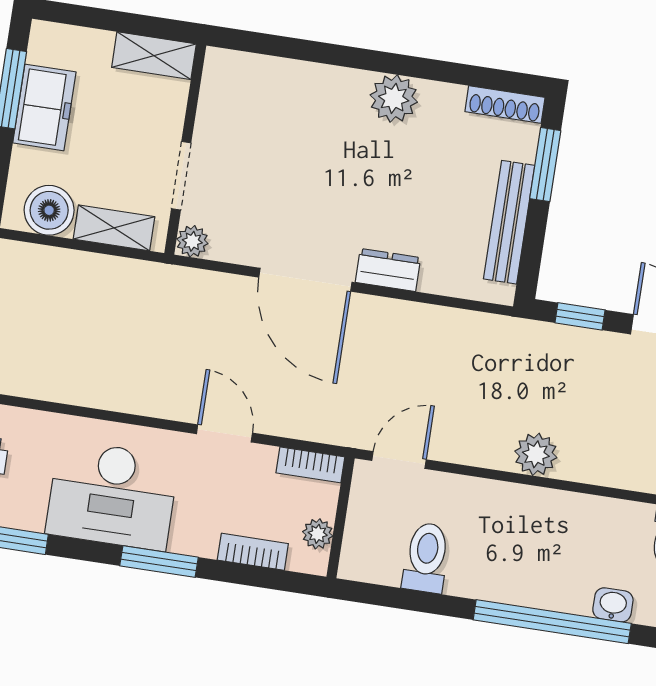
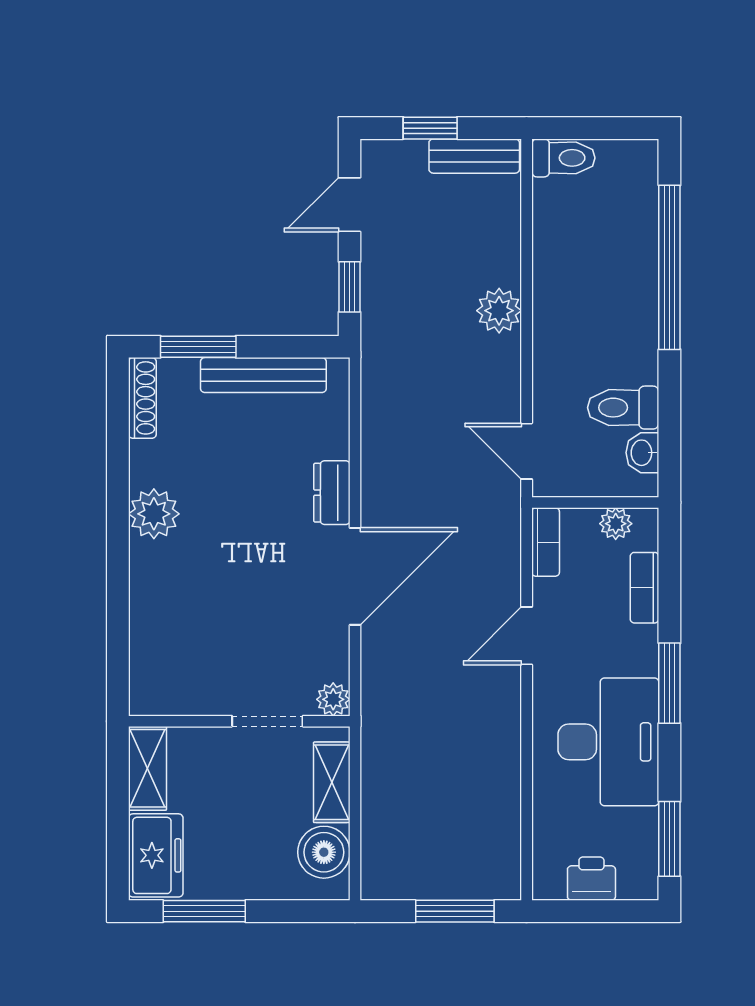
freezer: (44, 107) -> (156, 855), moved, turned 90
washbasin: (613, 605) -> (642, 453), moved

